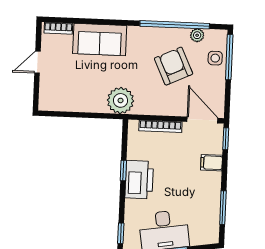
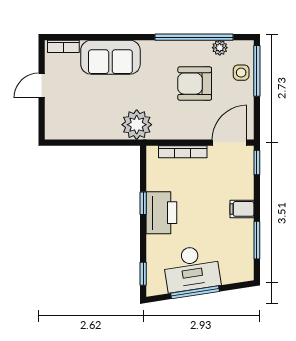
armchair: (174, 66) -> (195, 84), turned -65
door: (202, 120) -> (230, 143), hinge flipped
filing cabinet: (212, 163) -> (242, 209), moved

